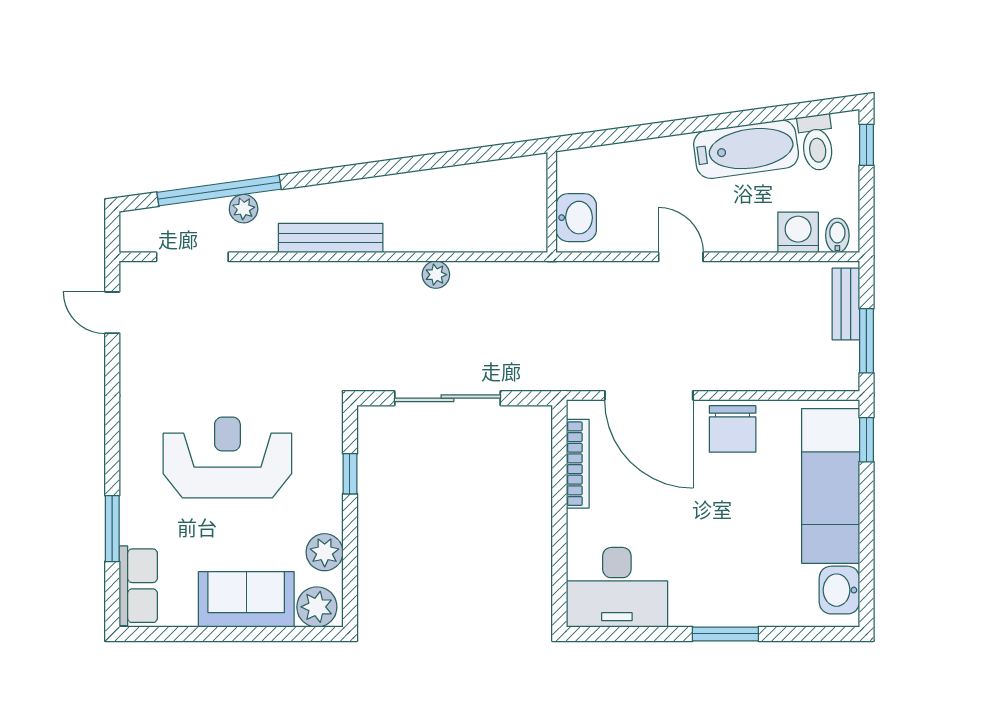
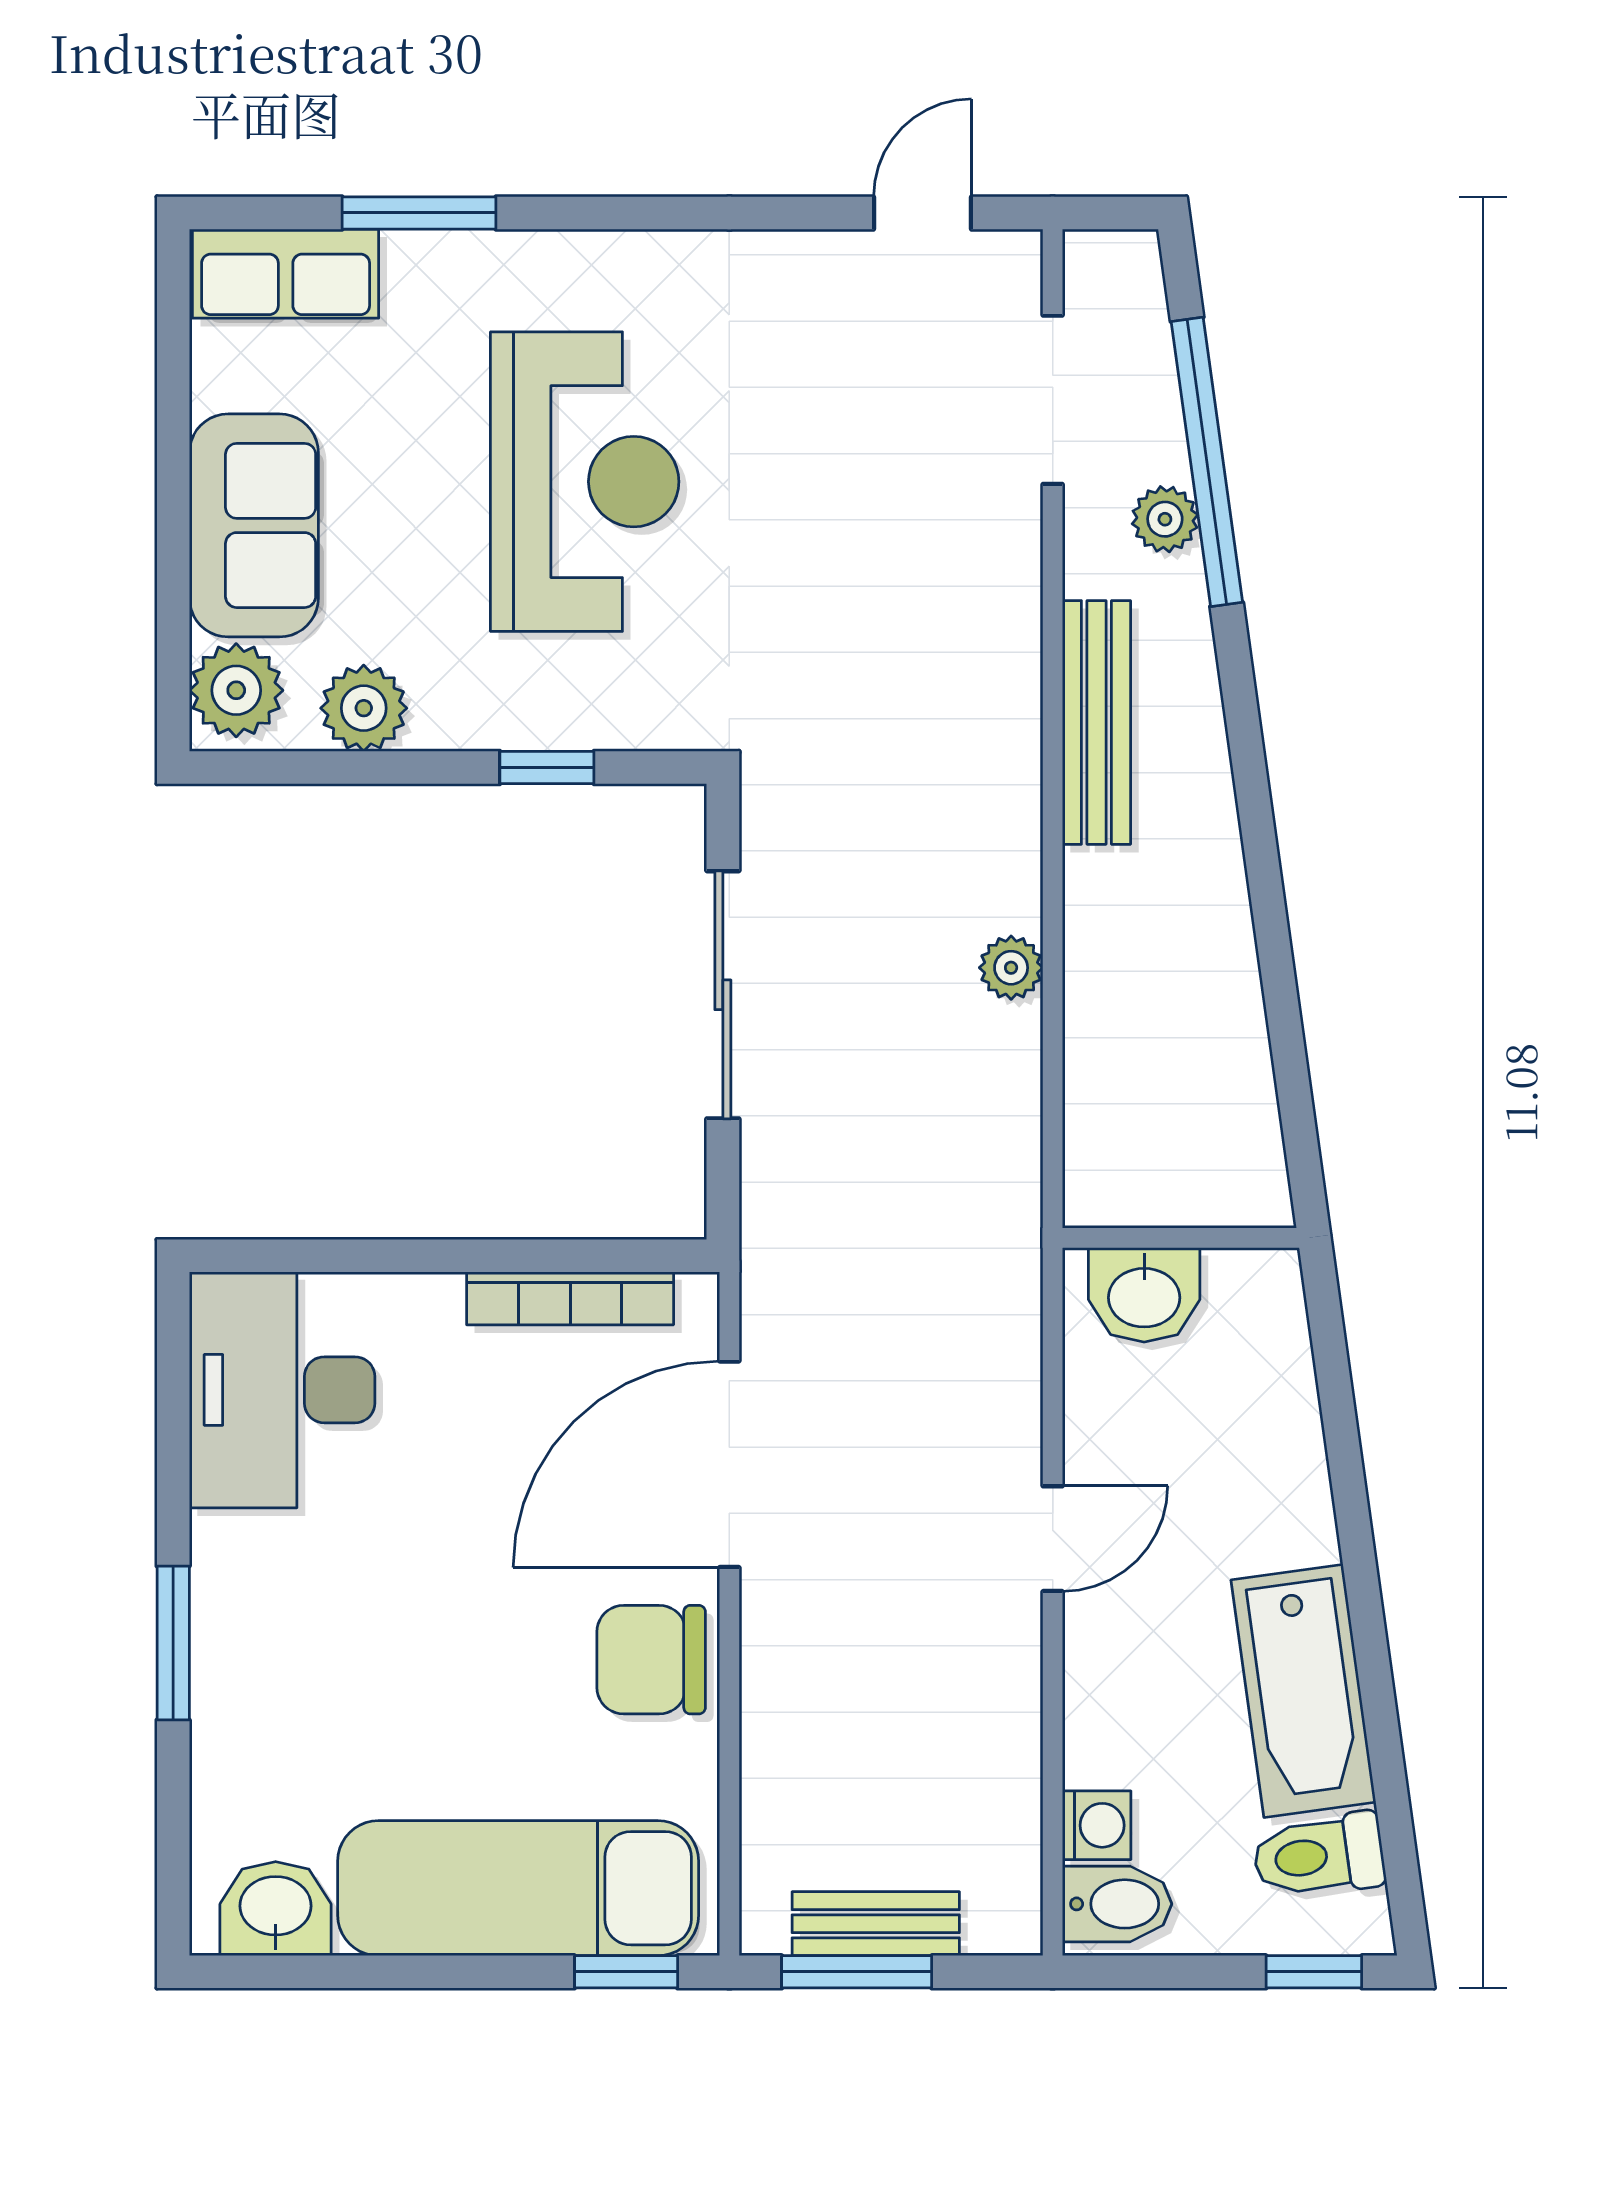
washing machine: (798, 232) -> (1097, 1825), width x0.73, depth x0.73
bidet: (837, 235) -> (1117, 1904), width x1.38, depth x1.36
bench: (846, 304) -> (876, 1924), moved

